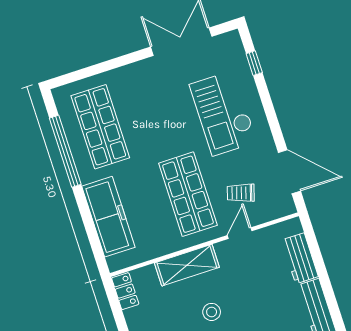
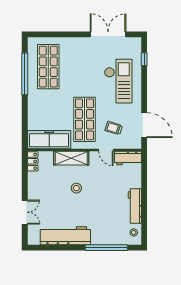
checkout: (223, 113) -> (118, 81), turned 180
freezer: (108, 217) -> (49, 140), moved, turned -90
door: (240, 233) -> (106, 150), swing flipped
workbench: (300, 258) -> (128, 158), moved, turned -90

